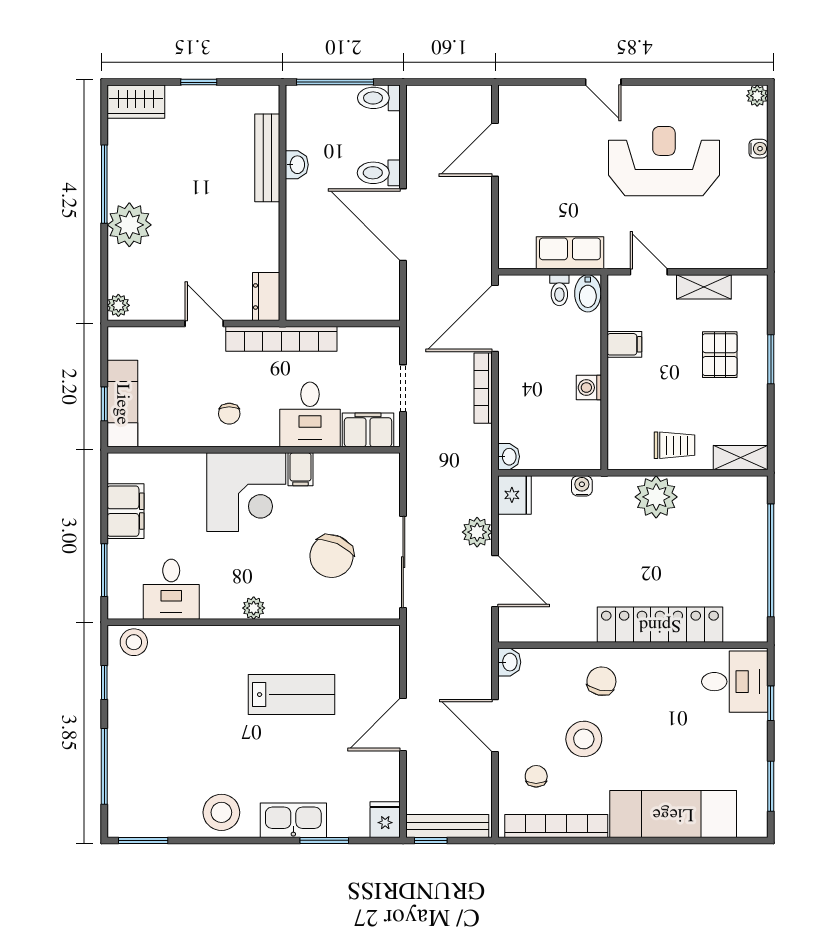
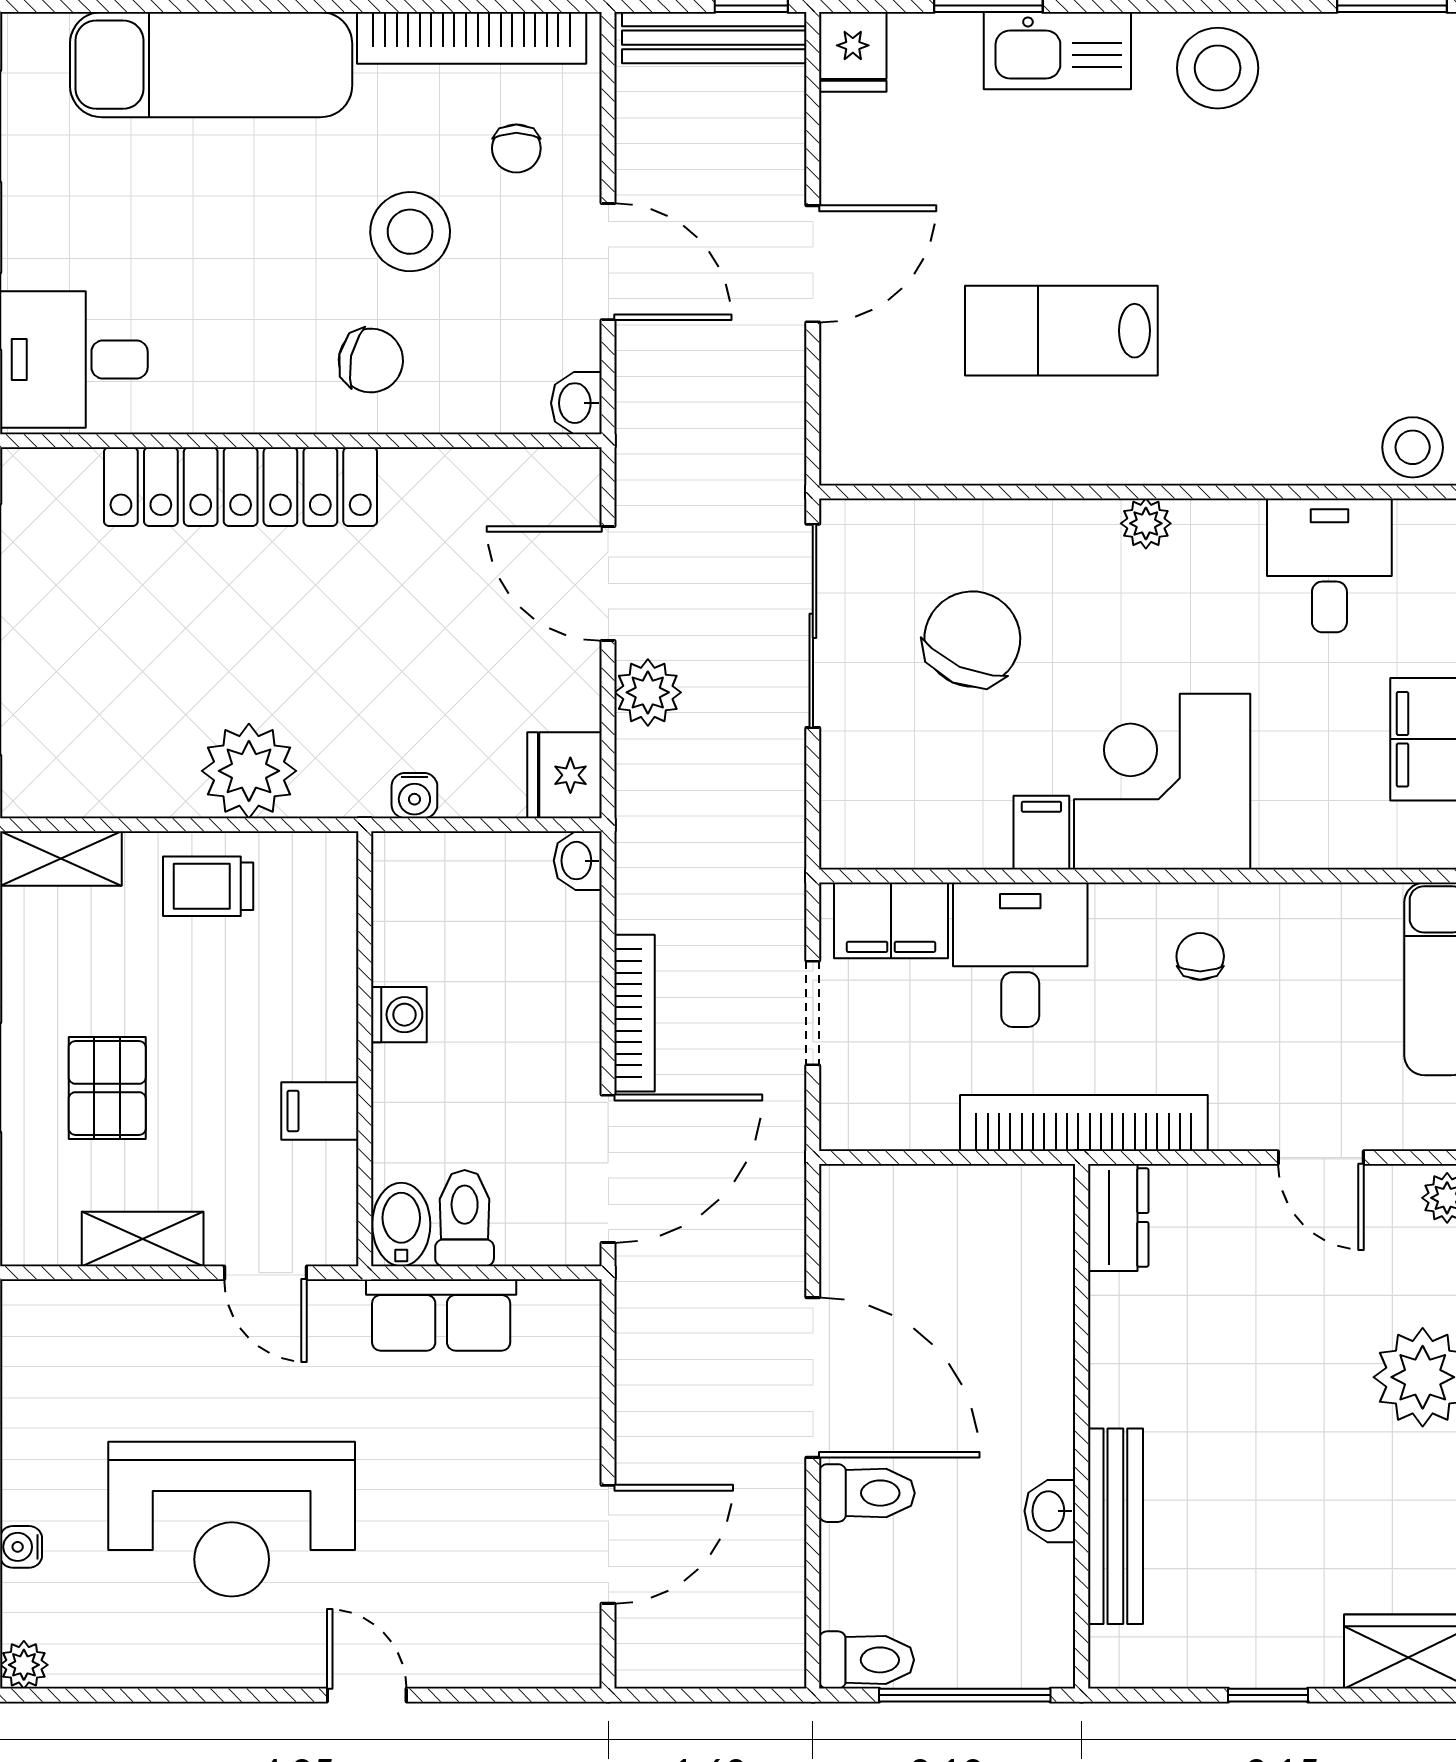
toilet: (559, 290) -> (465, 1218), width x1.37, depth x1.39
door: (204, 323) -> (1321, 1158), moved
chair: (601, 681) -> (371, 360), turned -90

